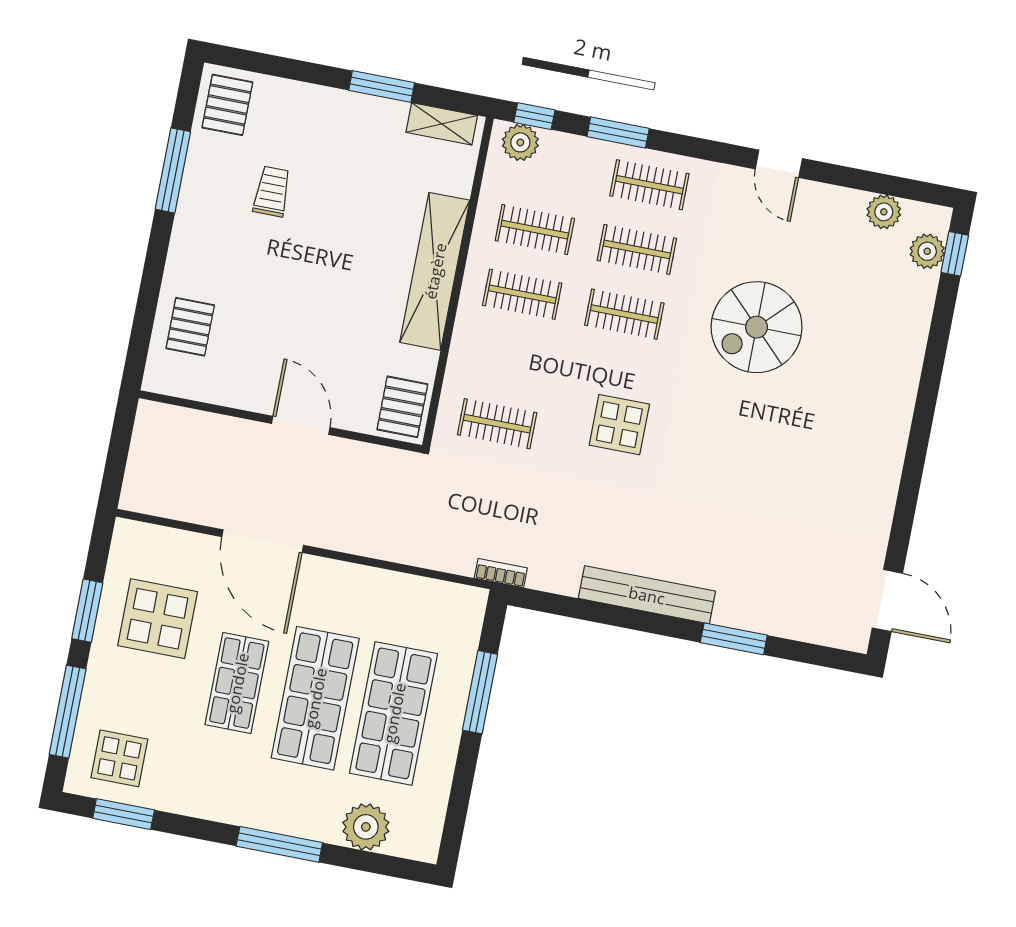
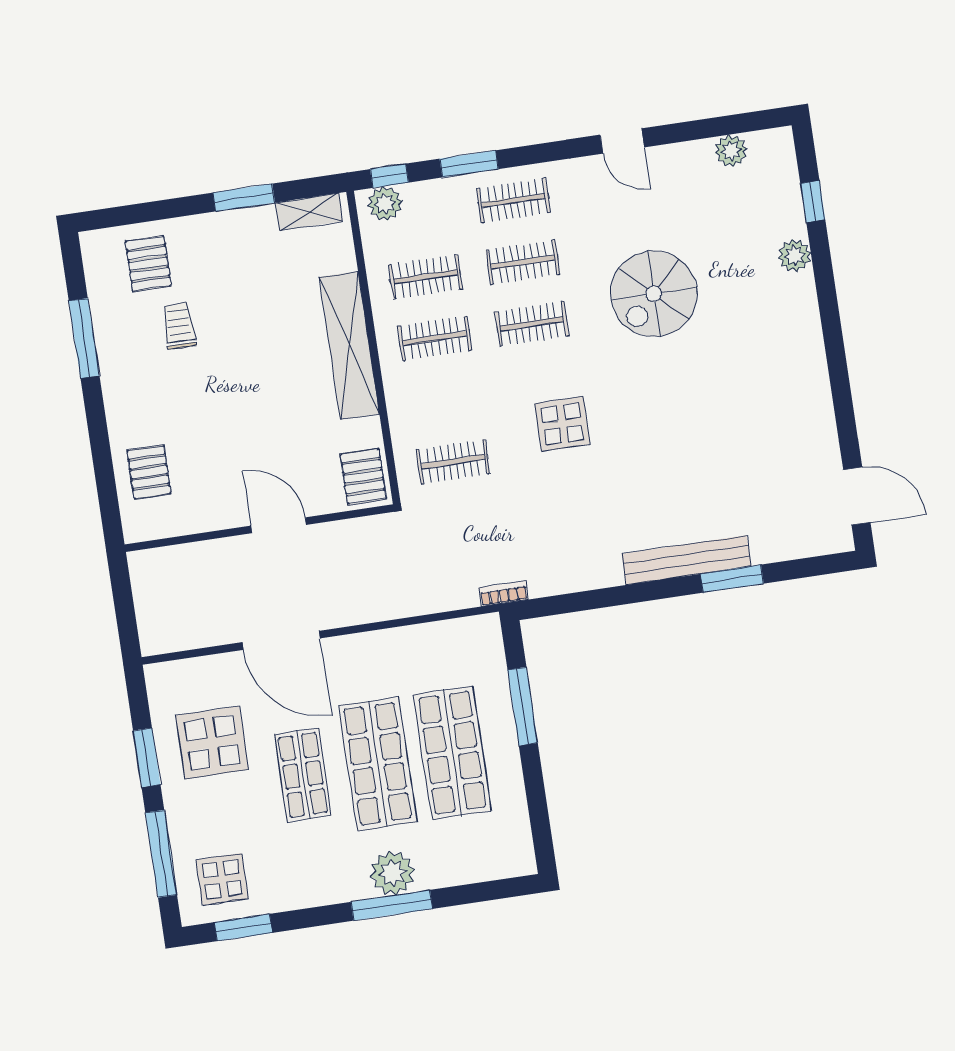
pallet: (227, 105) -> (148, 264), moved
plant: (927, 251) -> (795, 256), moved
window: (955, 254) -> (813, 201), moved
bench: (647, 595) -> (686, 560), moved
plant: (366, 827) -> (392, 873), moved

